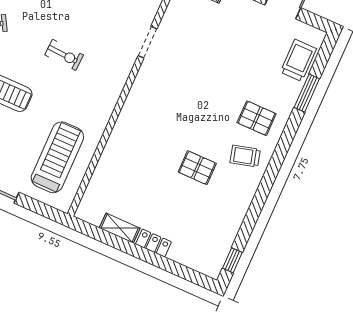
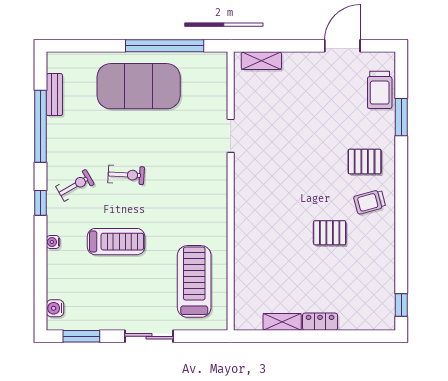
exercise bike: (64, 55) -> (126, 175), moved
trolley: (298, 60) -> (380, 90), turned 180

